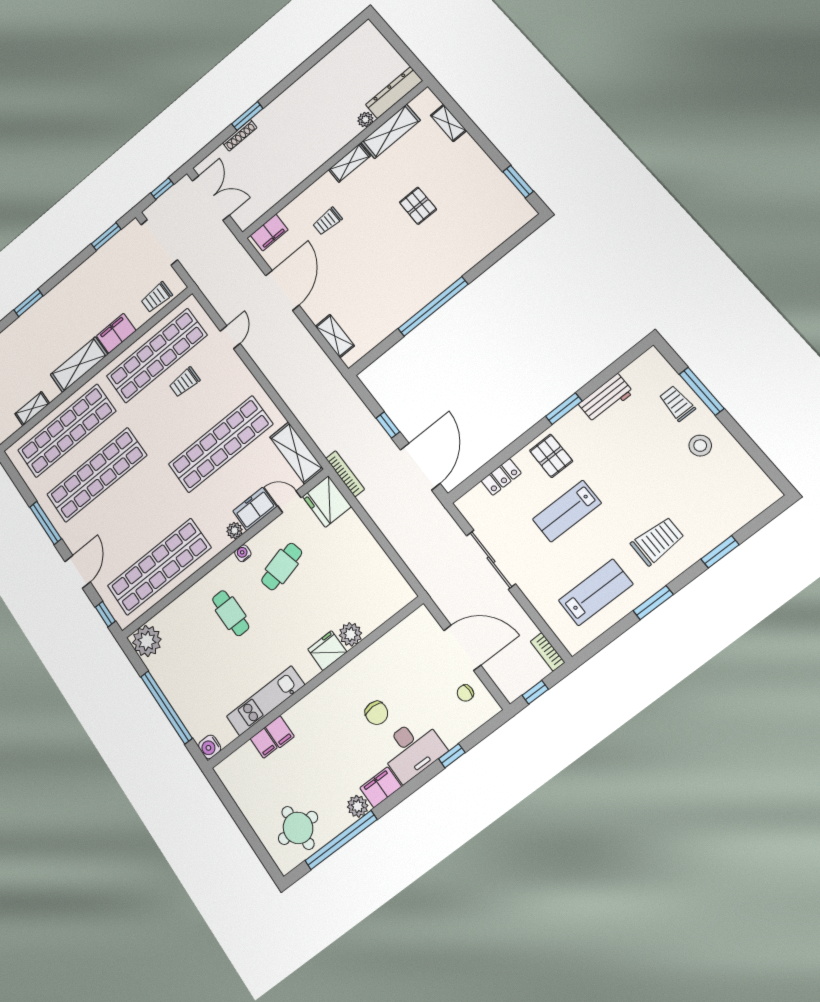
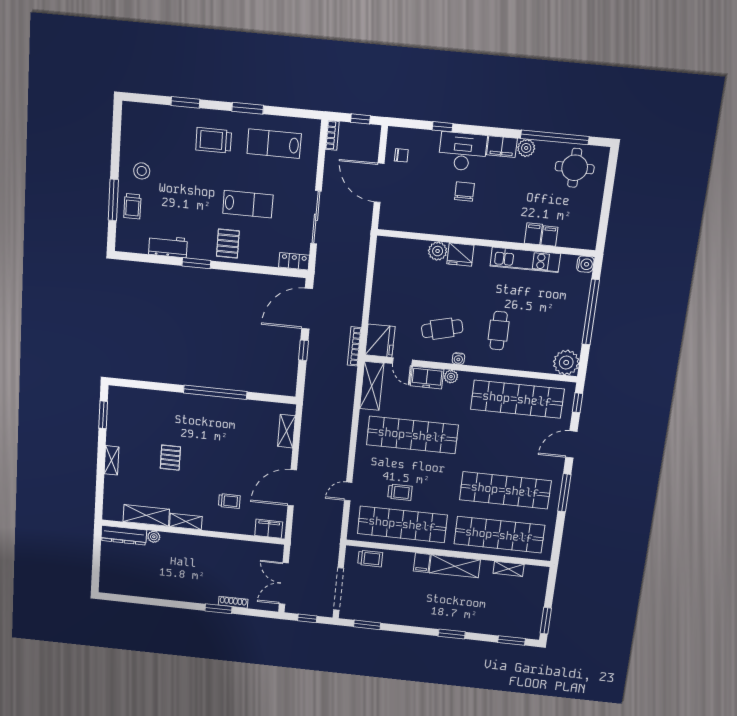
shelving: (448, 123) -> (111, 460), moved
filing cabinet: (116, 333) -> (422, 563), width x0.50
locker: (501, 477) -> (294, 261), moved

